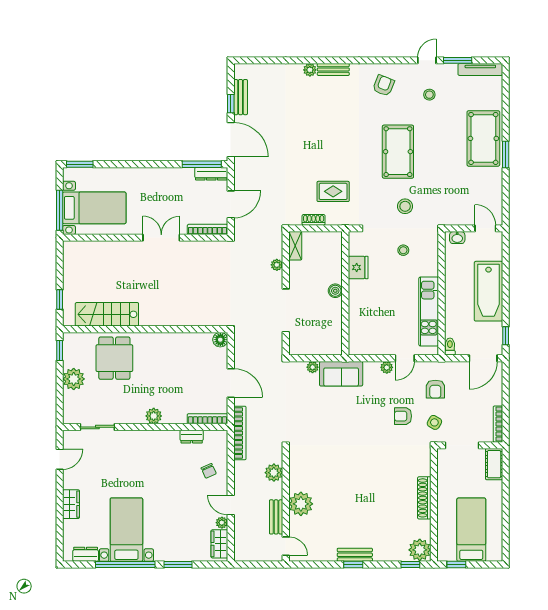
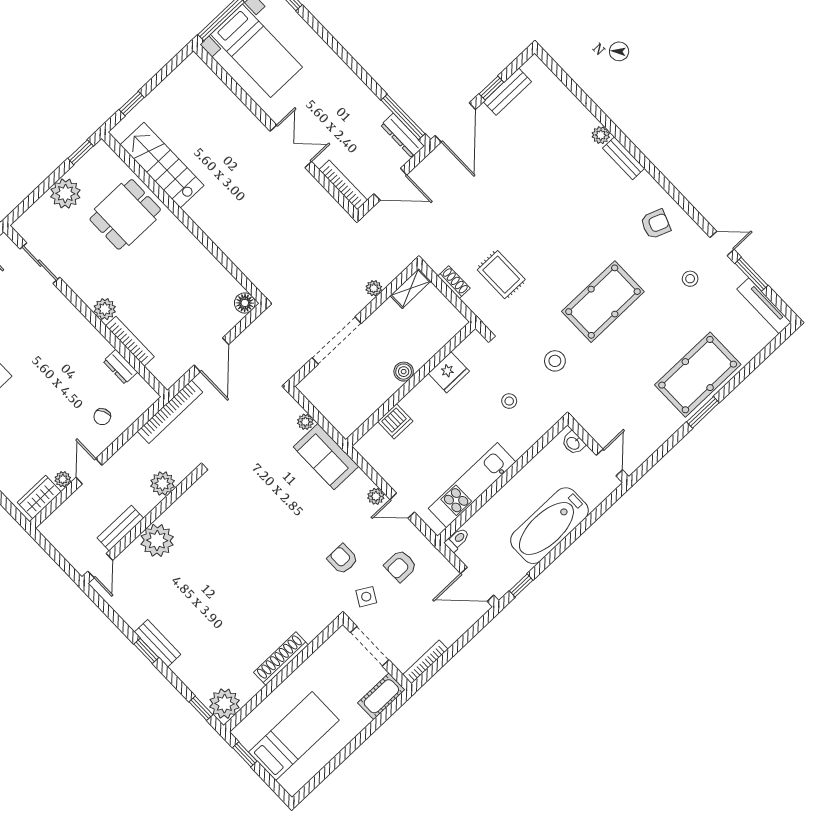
dishwasher: (357, 320) -> (395, 421), added
bookcase: (207, 419) -> (130, 341), moved

